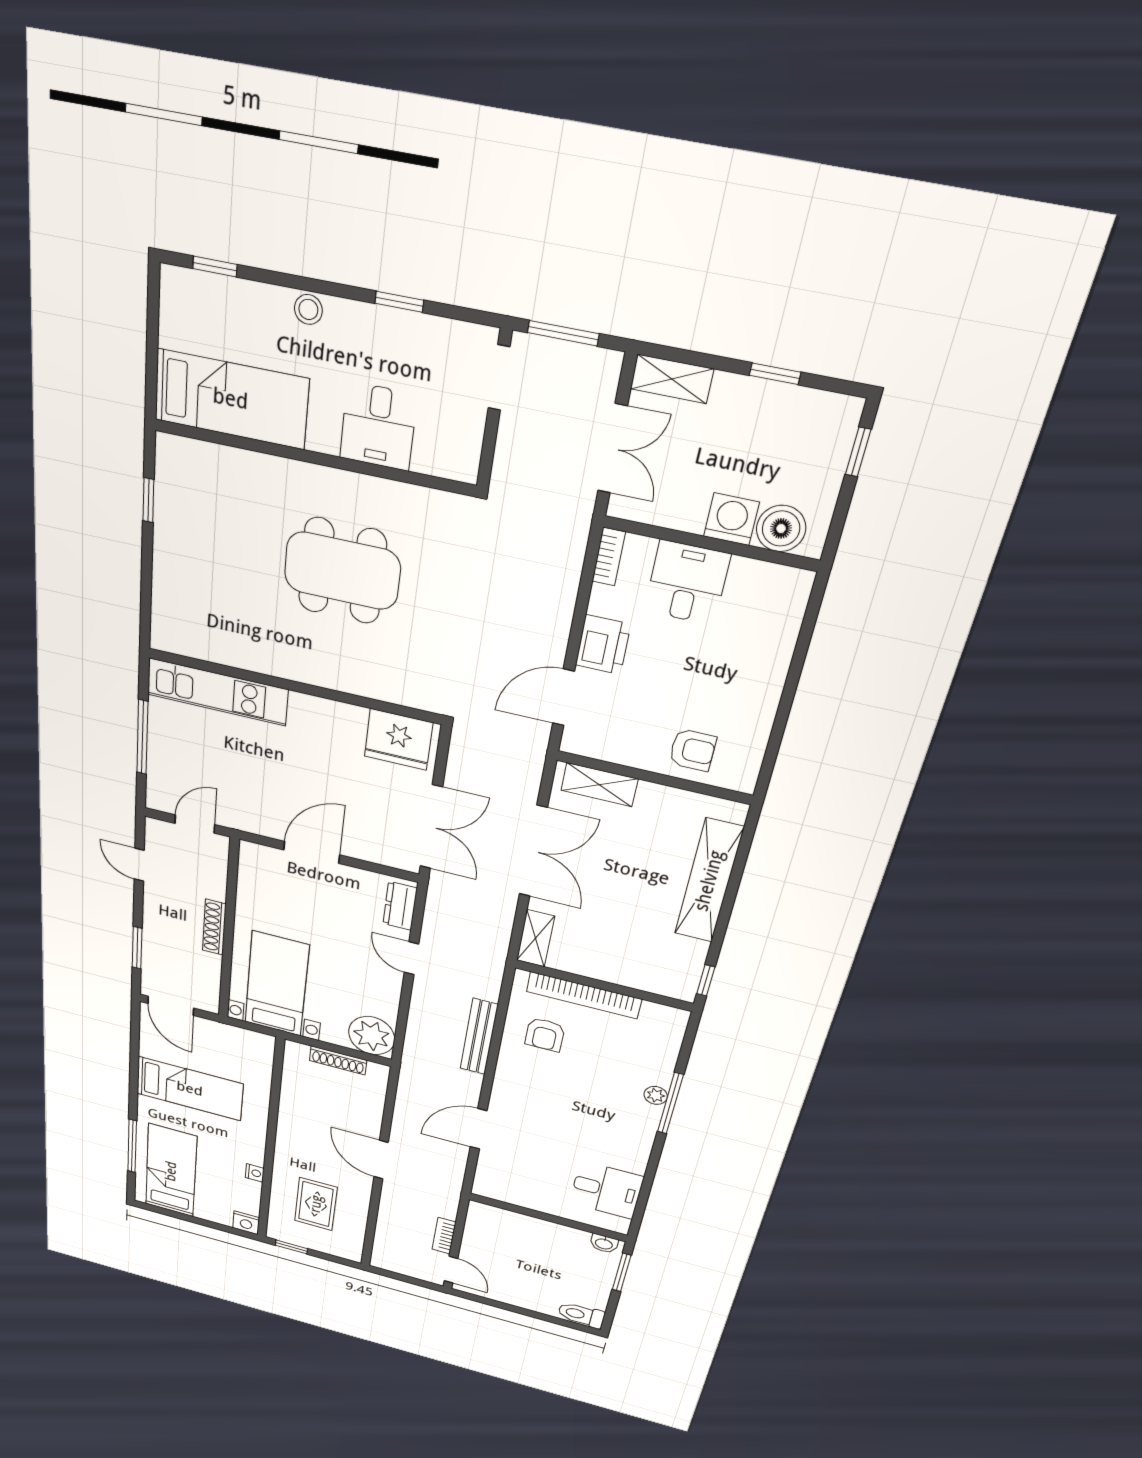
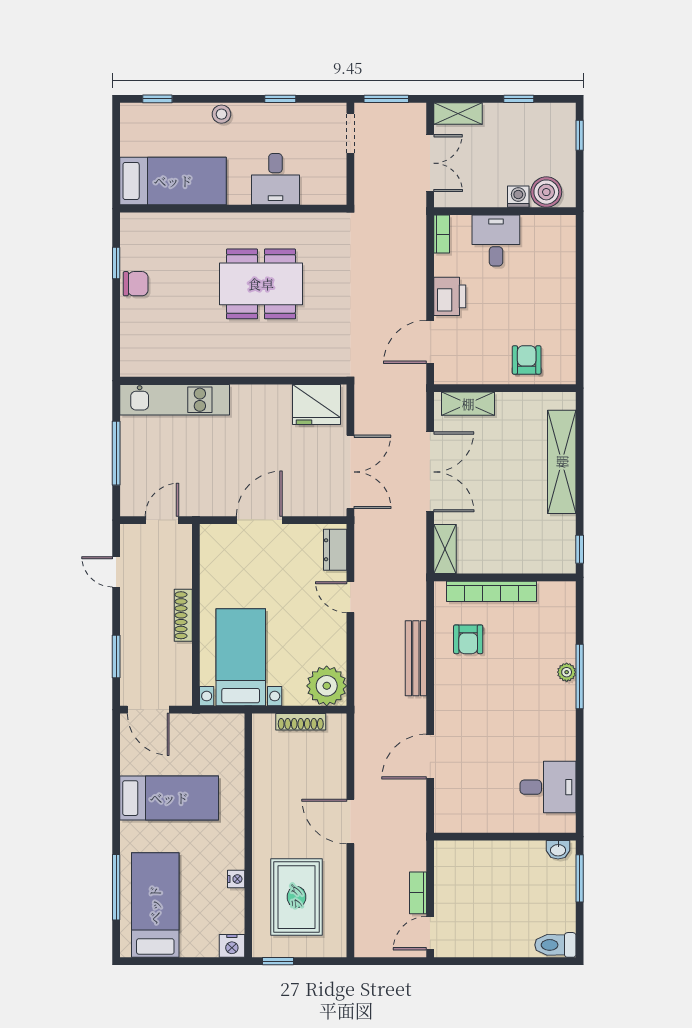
washing machine: (731, 519) -> (518, 197), width x0.73, depth x0.73
chair: (173, 534) -> (136, 284), added
armchair: (693, 750) -> (527, 360), turned -90
rug: (316, 1204) -> (296, 897), width x1.36, depth x1.43
door: (451, 1270) -> (430, 933), swing flipped

